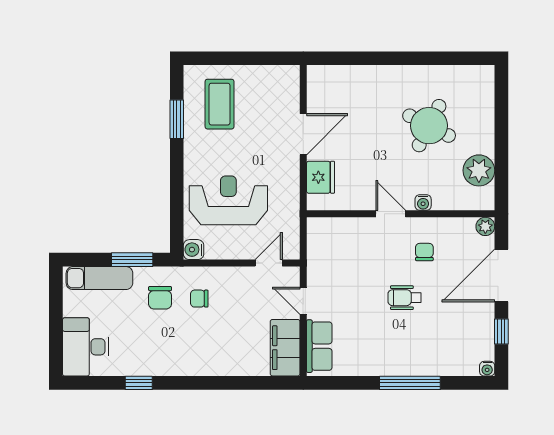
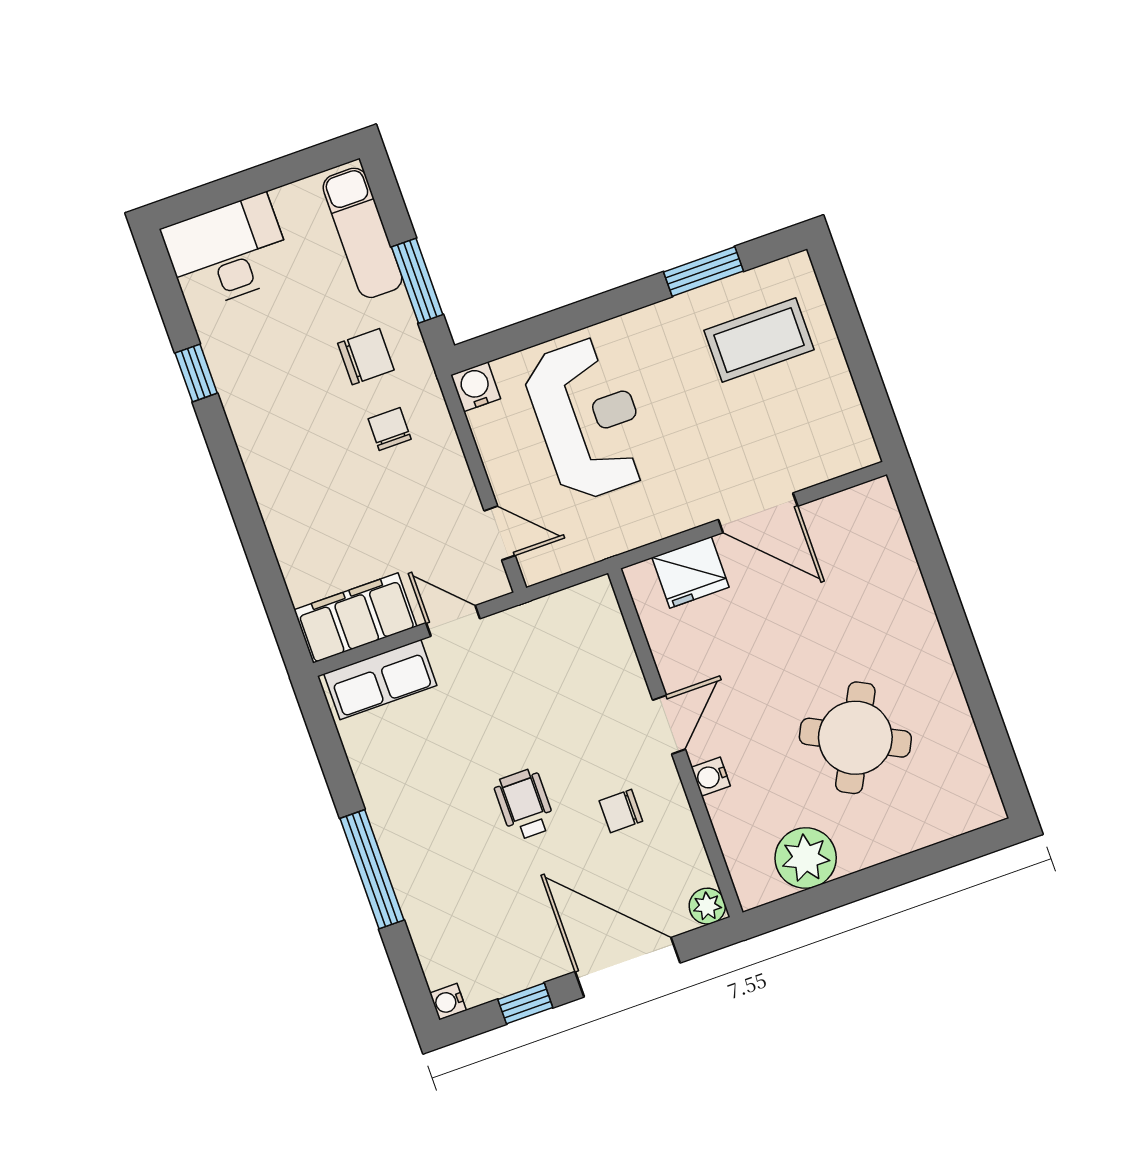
chair: (424, 252) -> (621, 811), turned 180
chair: (160, 298) -> (366, 357), turned 180
door: (303, 301) -> (453, 621), hinge flipped

